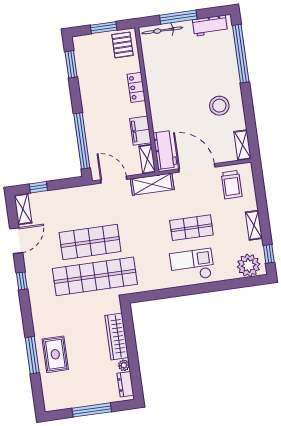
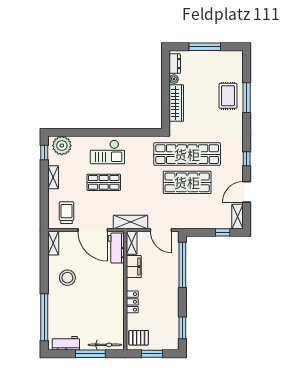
pallet: (122, 45) -> (139, 338), turned 90

